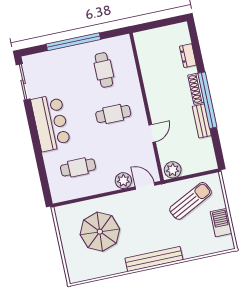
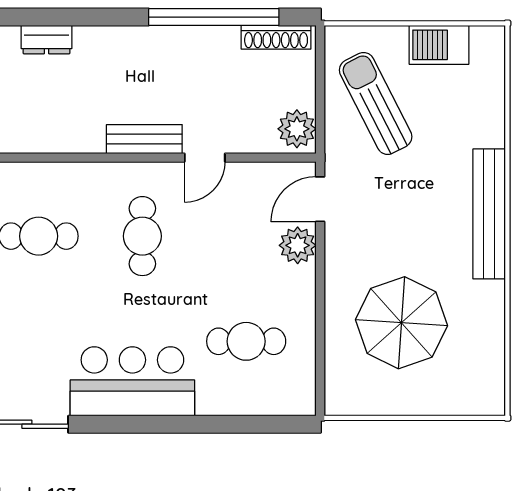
shoe rack: (196, 89) -> (276, 37), moved
window: (207, 100) -> (214, 17), moved
bench: (202, 121) -> (144, 139), moved
door: (152, 133) -> (205, 158), swing flipped
cafe table: (78, 167) -> (246, 341), turned 90

